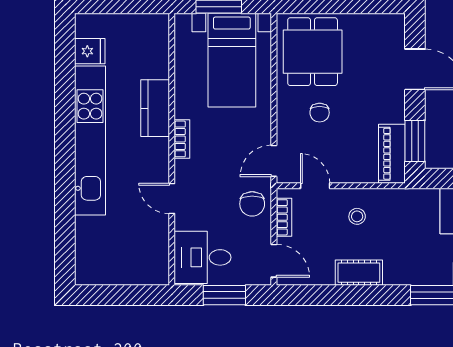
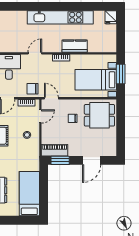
fridge: (90, 51) -> (111, 17), moved

